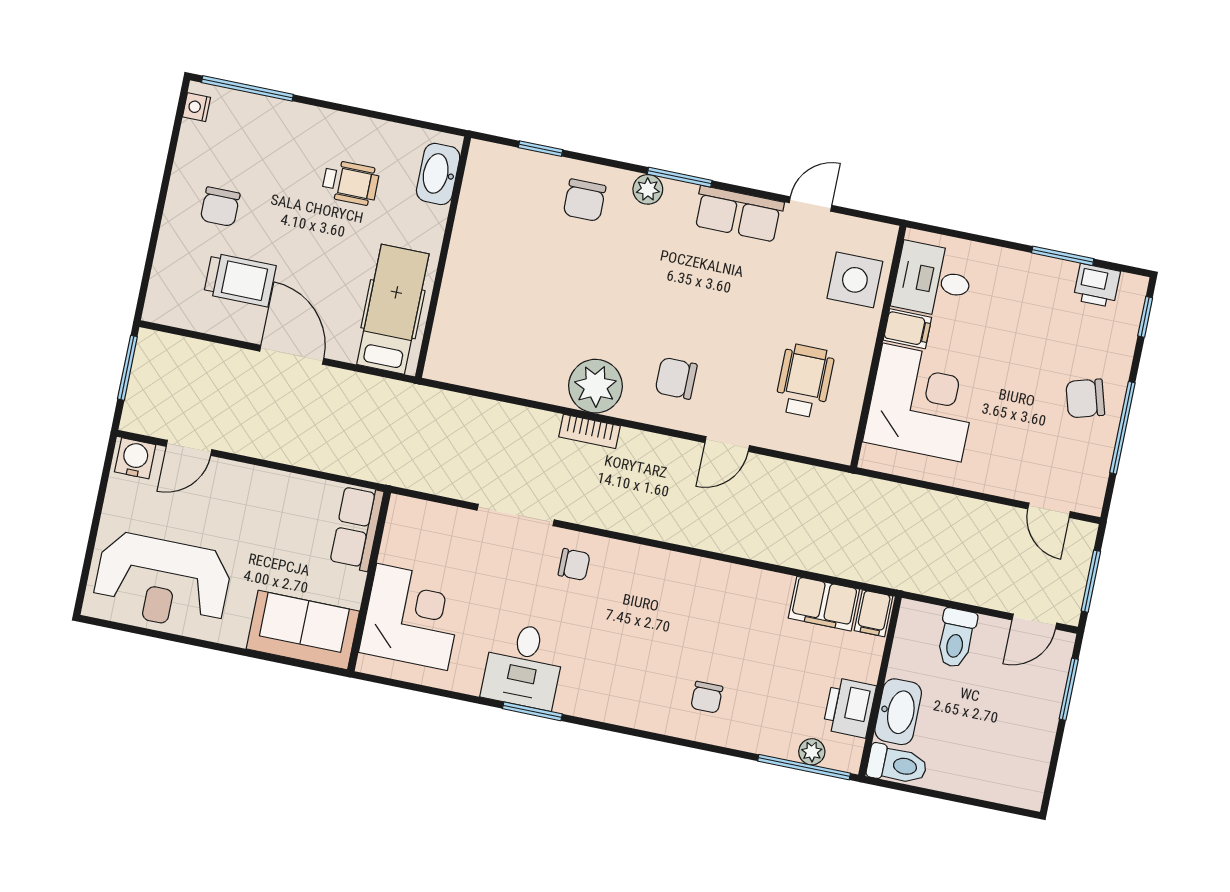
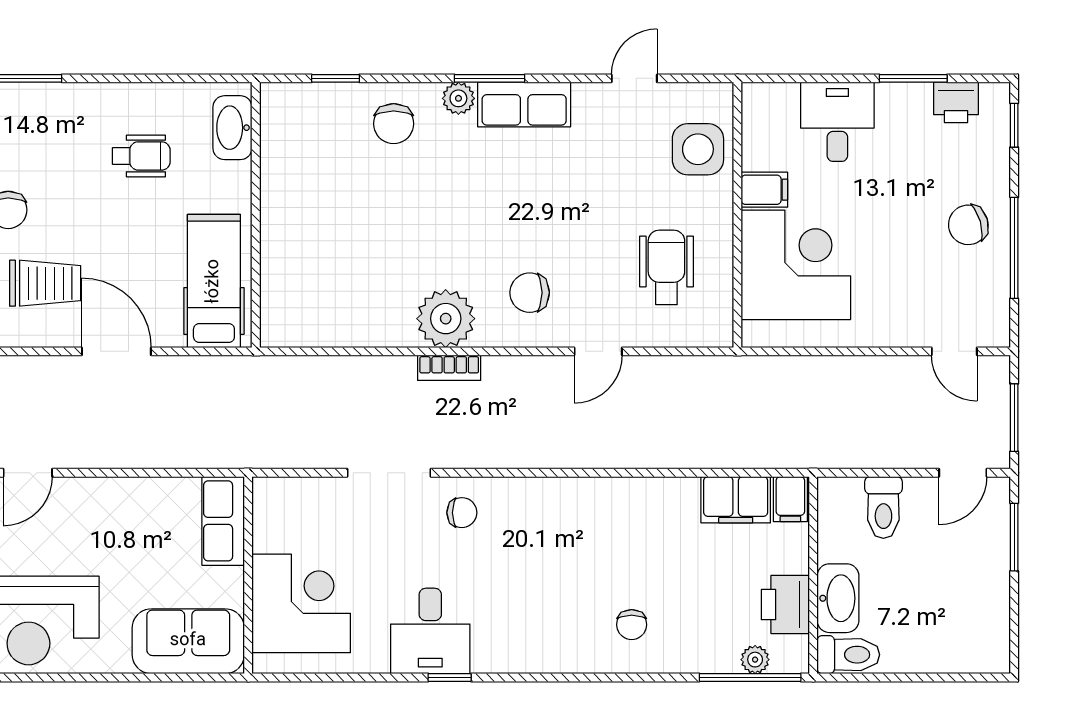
row of seats: (738, 214) -> (524, 105), moved
desk: (933, 280) -> (837, 122), moved, turned 90
window: (532, 711) -> (450, 678), width x0.67

